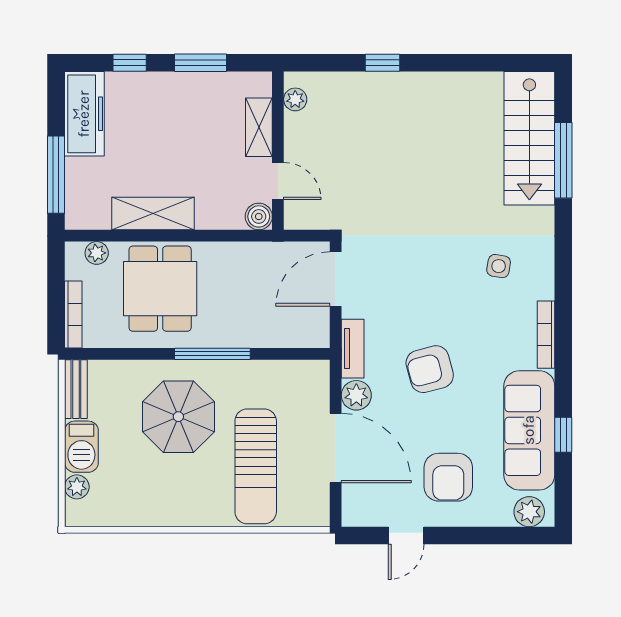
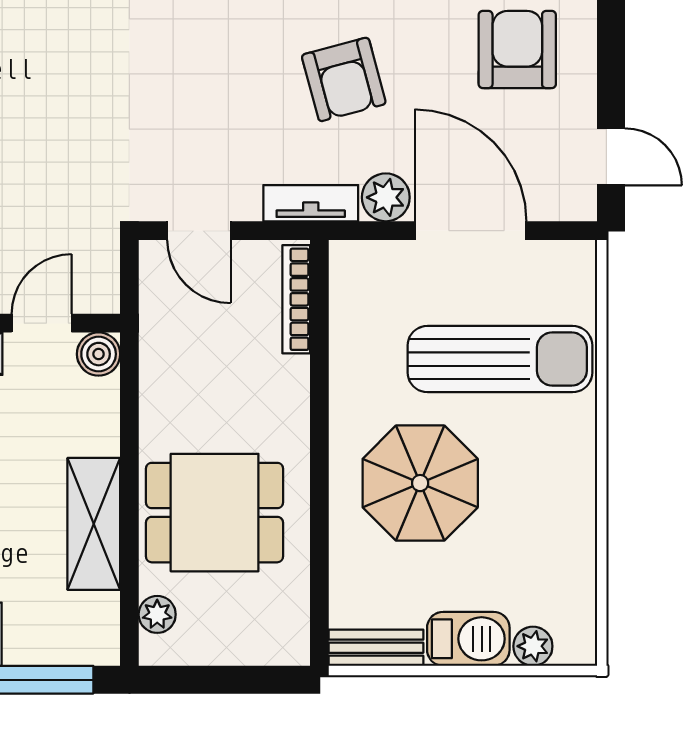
door: (336, 279) -> (199, 231), width x0.73
bookcase: (73, 314) -> (296, 299), moved, turned -90
window: (212, 354) -> (319, 428), removed
door: (336, 448) -> (471, 231), hinge flipped
armchair: (448, 477) -> (517, 50), turned -90
door: (406, 535) -> (611, 157), moved

